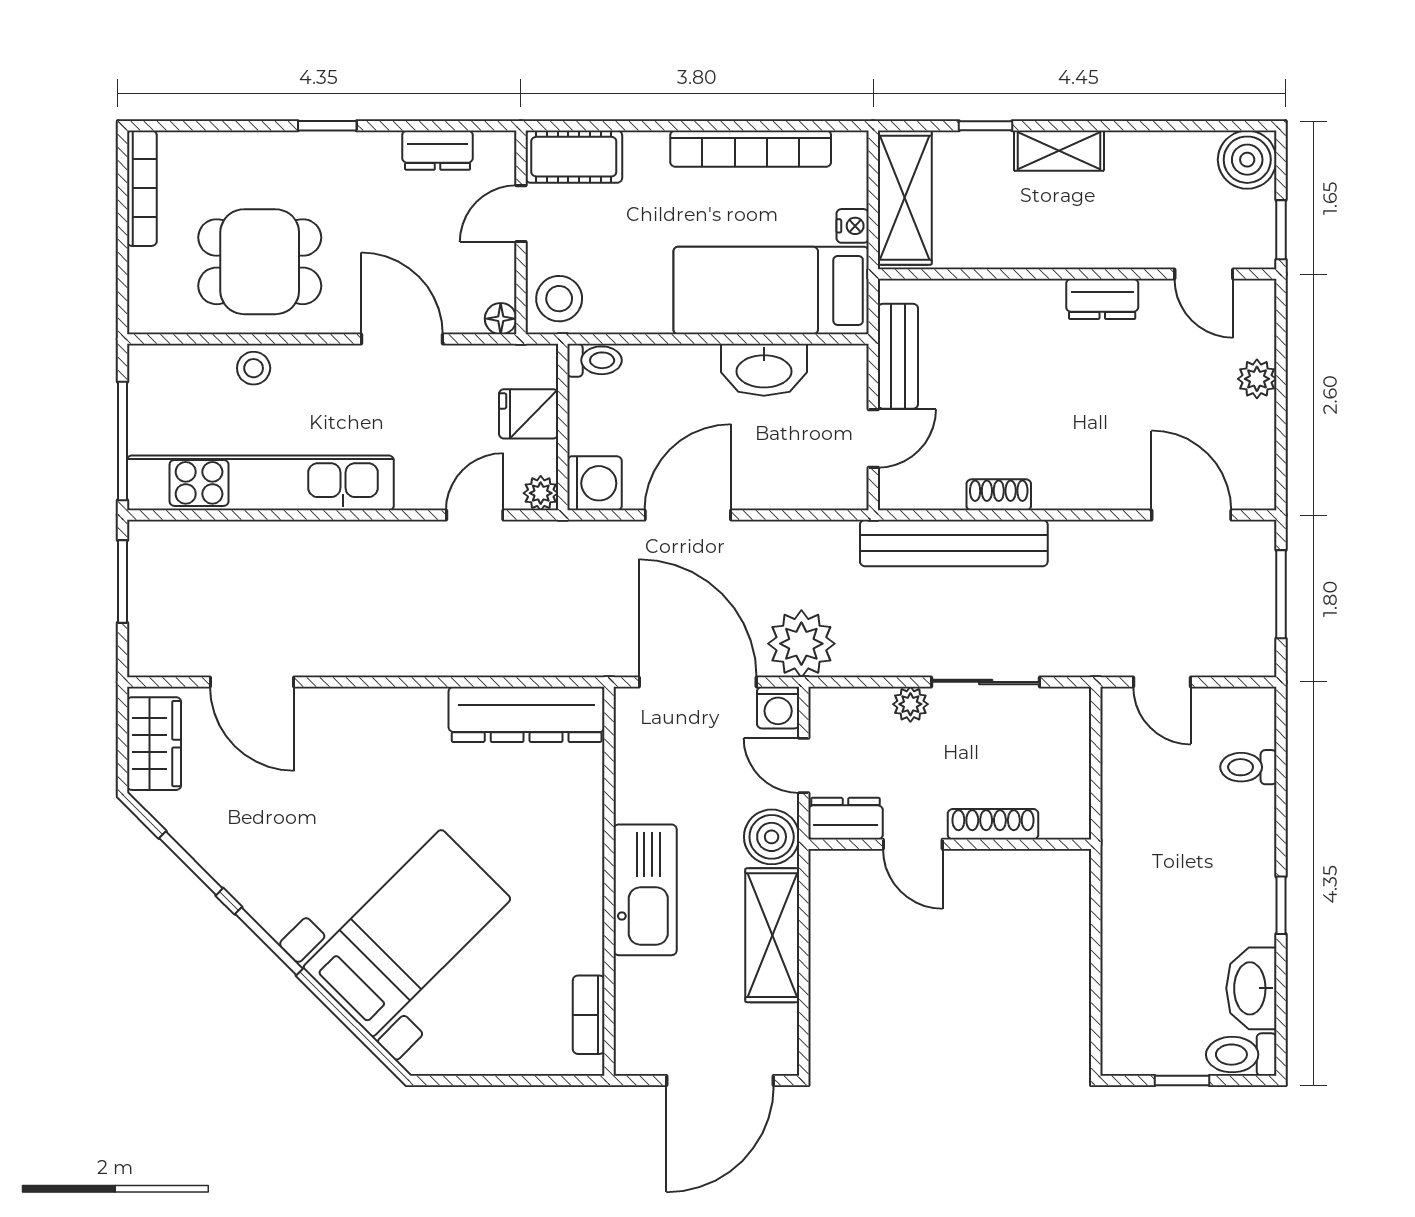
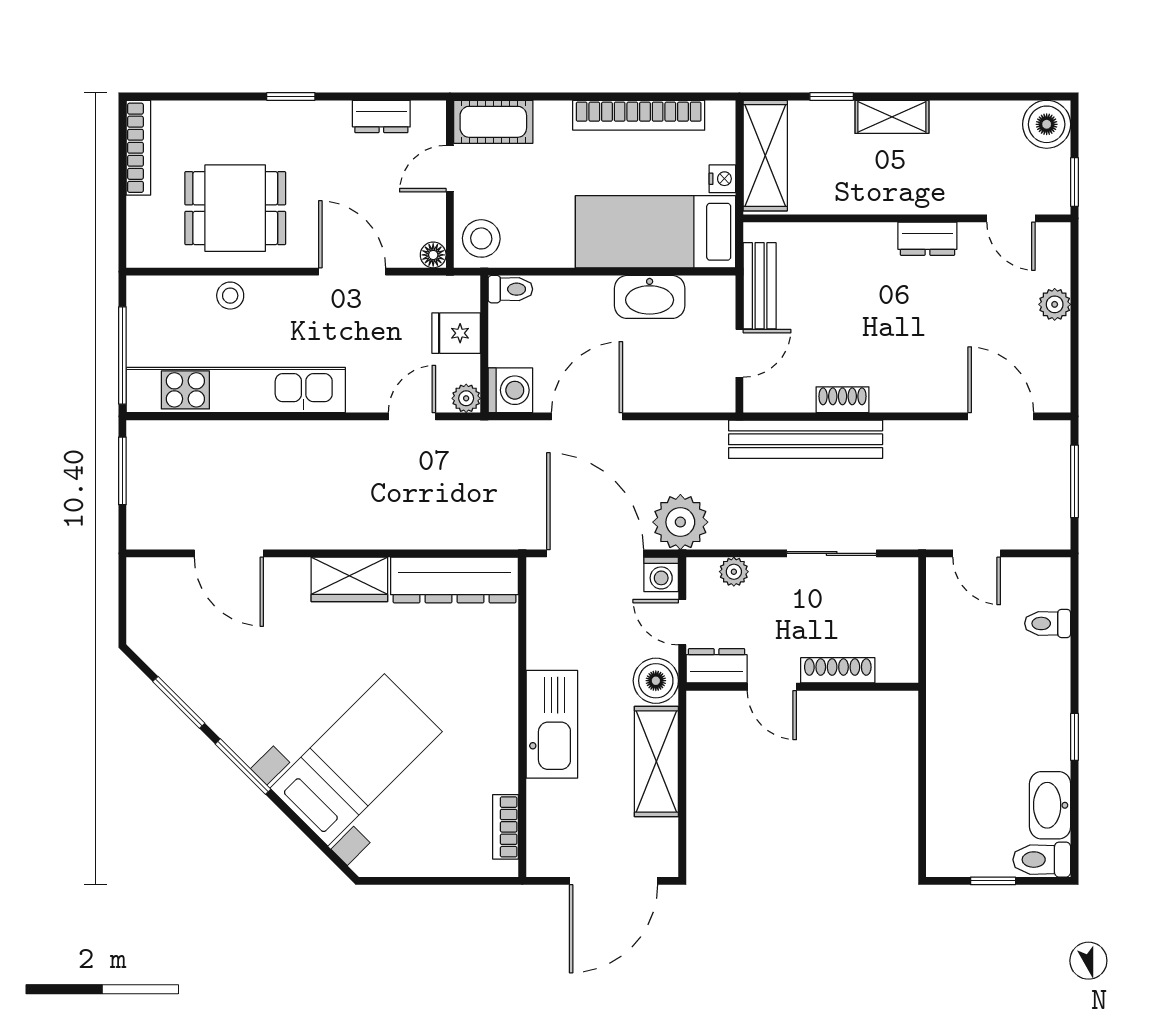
plant: (910, 704) -> (734, 572), moved
wardrobe: (154, 744) -> (349, 579), moved, turned 90

